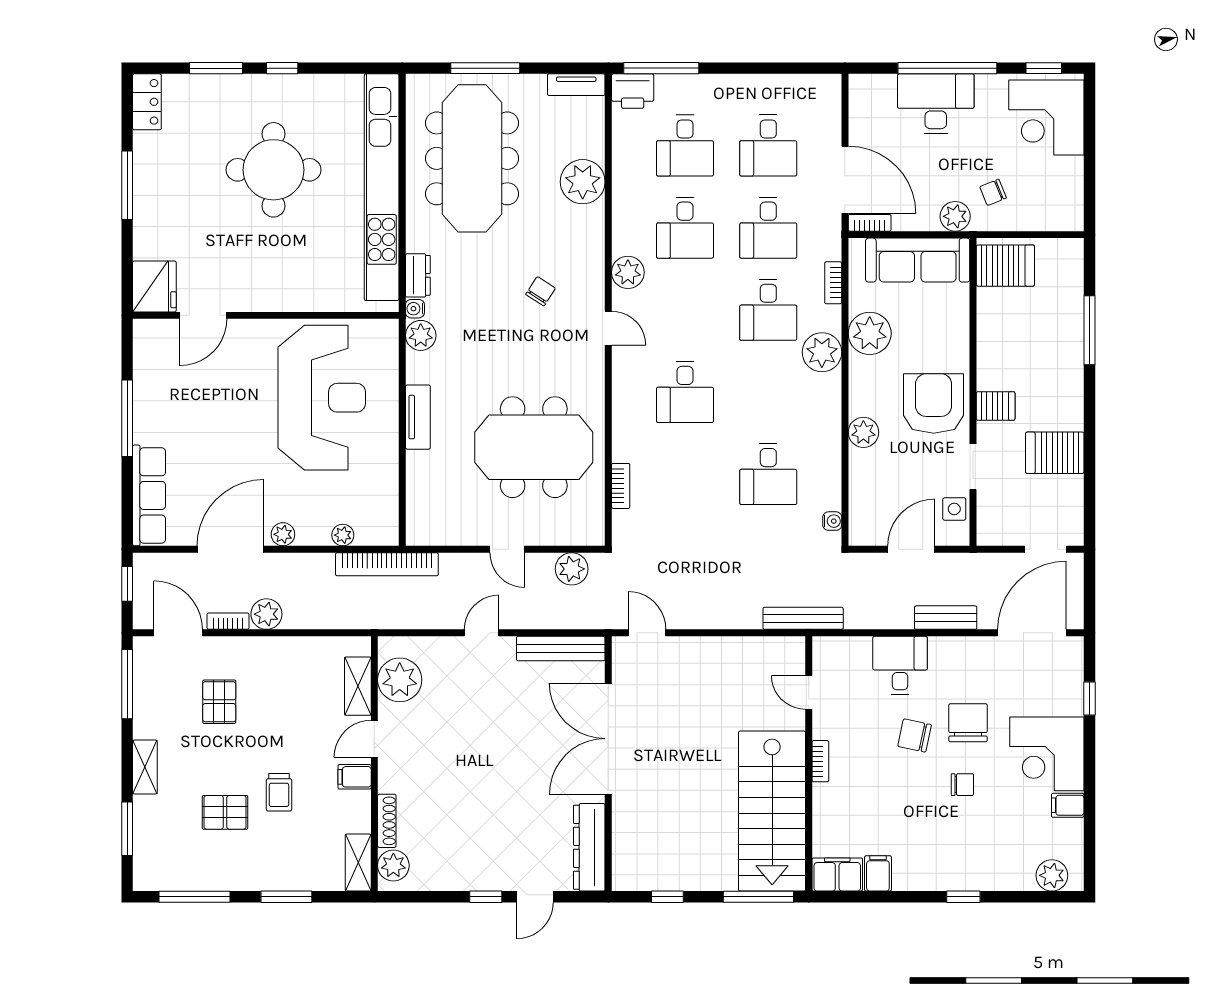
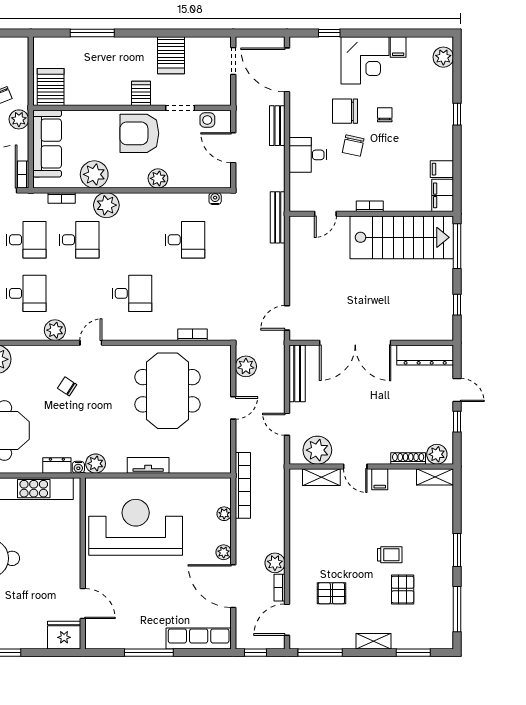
plant: (400, 680) -> (317, 450), moved
shelving: (358, 686) -> (321, 477), moved
door: (374, 739) -> (355, 466), moved
wall: (374, 764) -> (371, 466), moved
filing cabinet: (355, 777) -> (380, 479), moved
shoe rack: (387, 821) -> (408, 458), moved
shelving: (358, 863) -> (435, 477), moved
plant: (393, 865) -> (437, 454), moved

